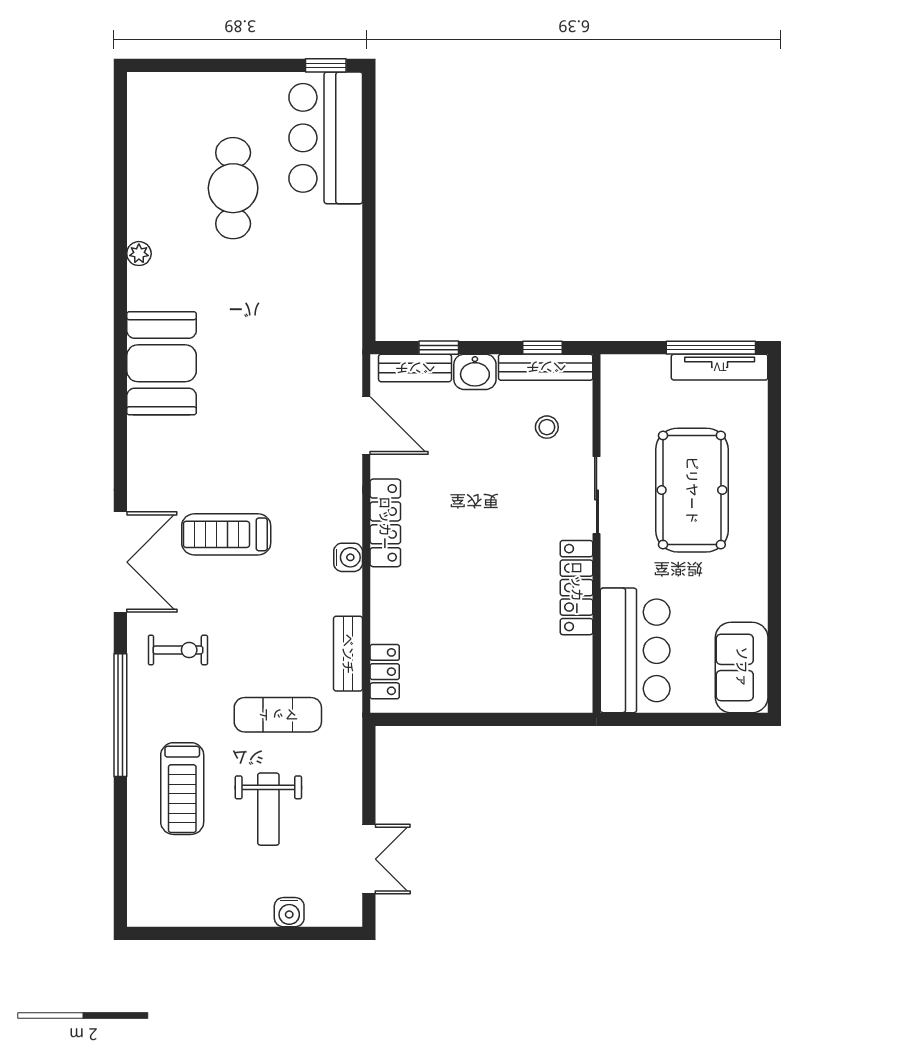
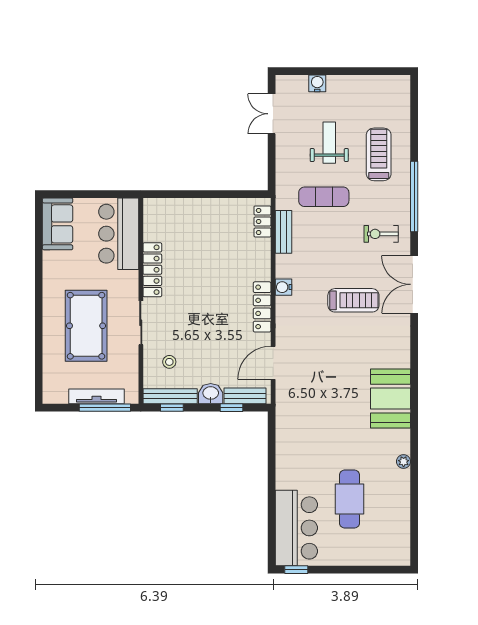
window: (711, 348) -> (105, 408), moved
tv unit: (720, 367) -> (96, 396), moved
door: (366, 425) -> (273, 363), hinge flipped

